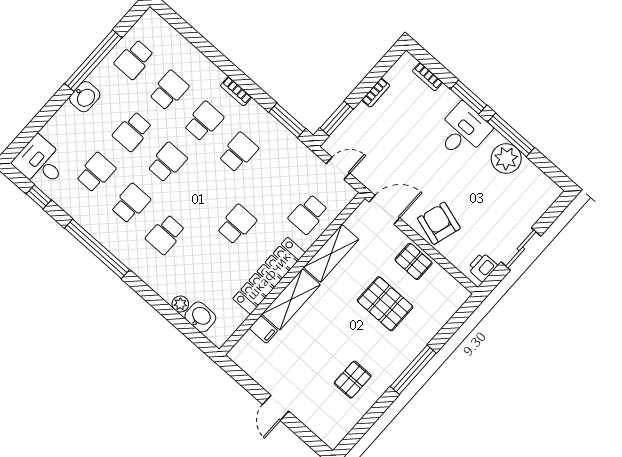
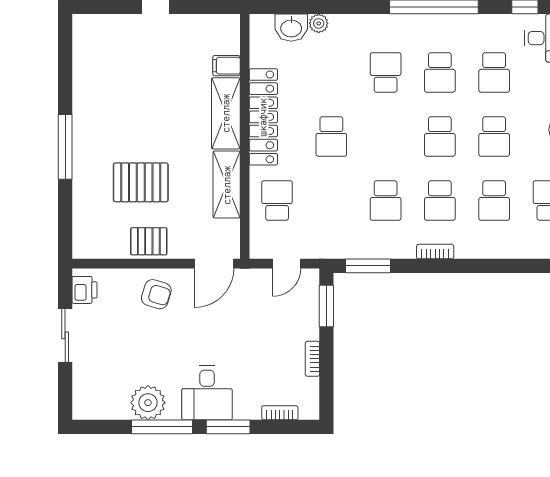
school desk: (132, 131) -> (494, 136), turned 180
armchair: (439, 223) -> (156, 294), width x0.72, depth x0.72
pallet: (353, 380) -> (110, 91), removed

